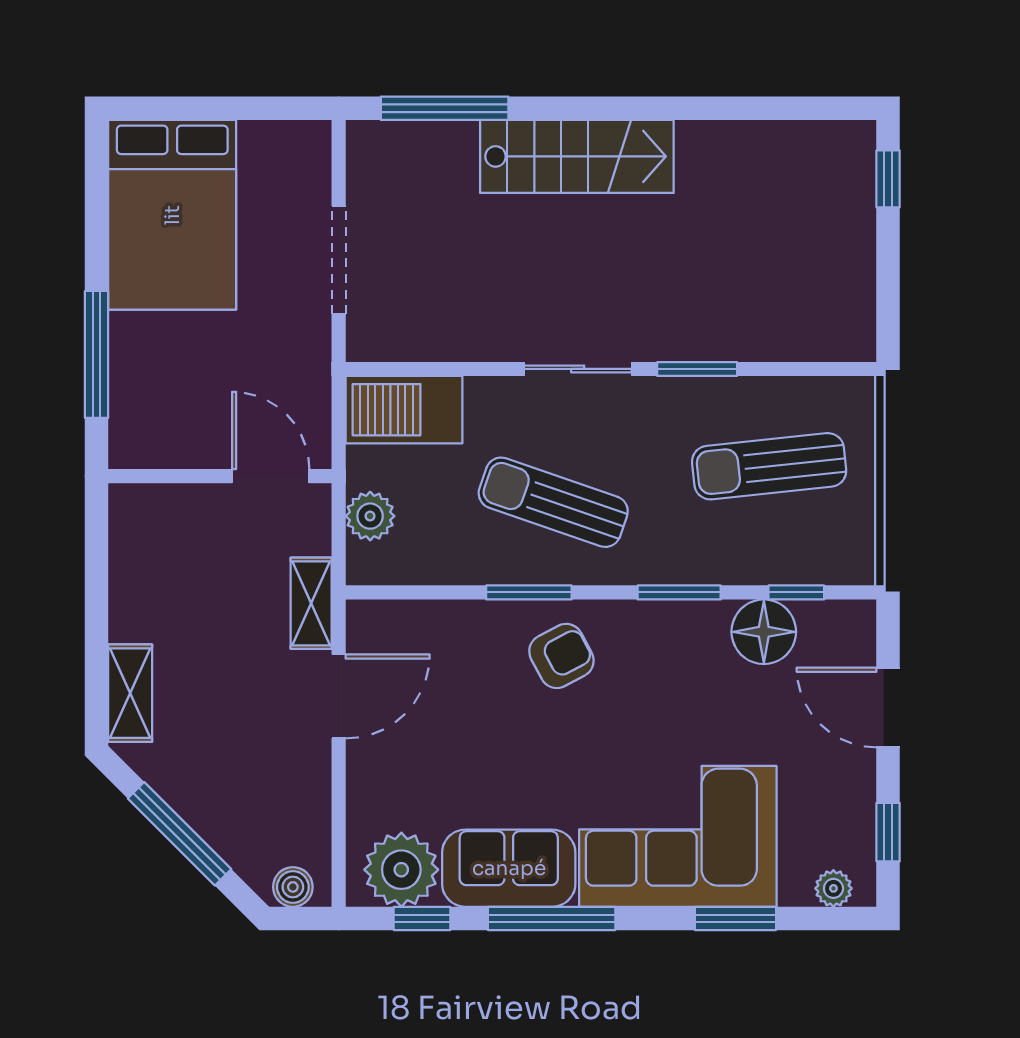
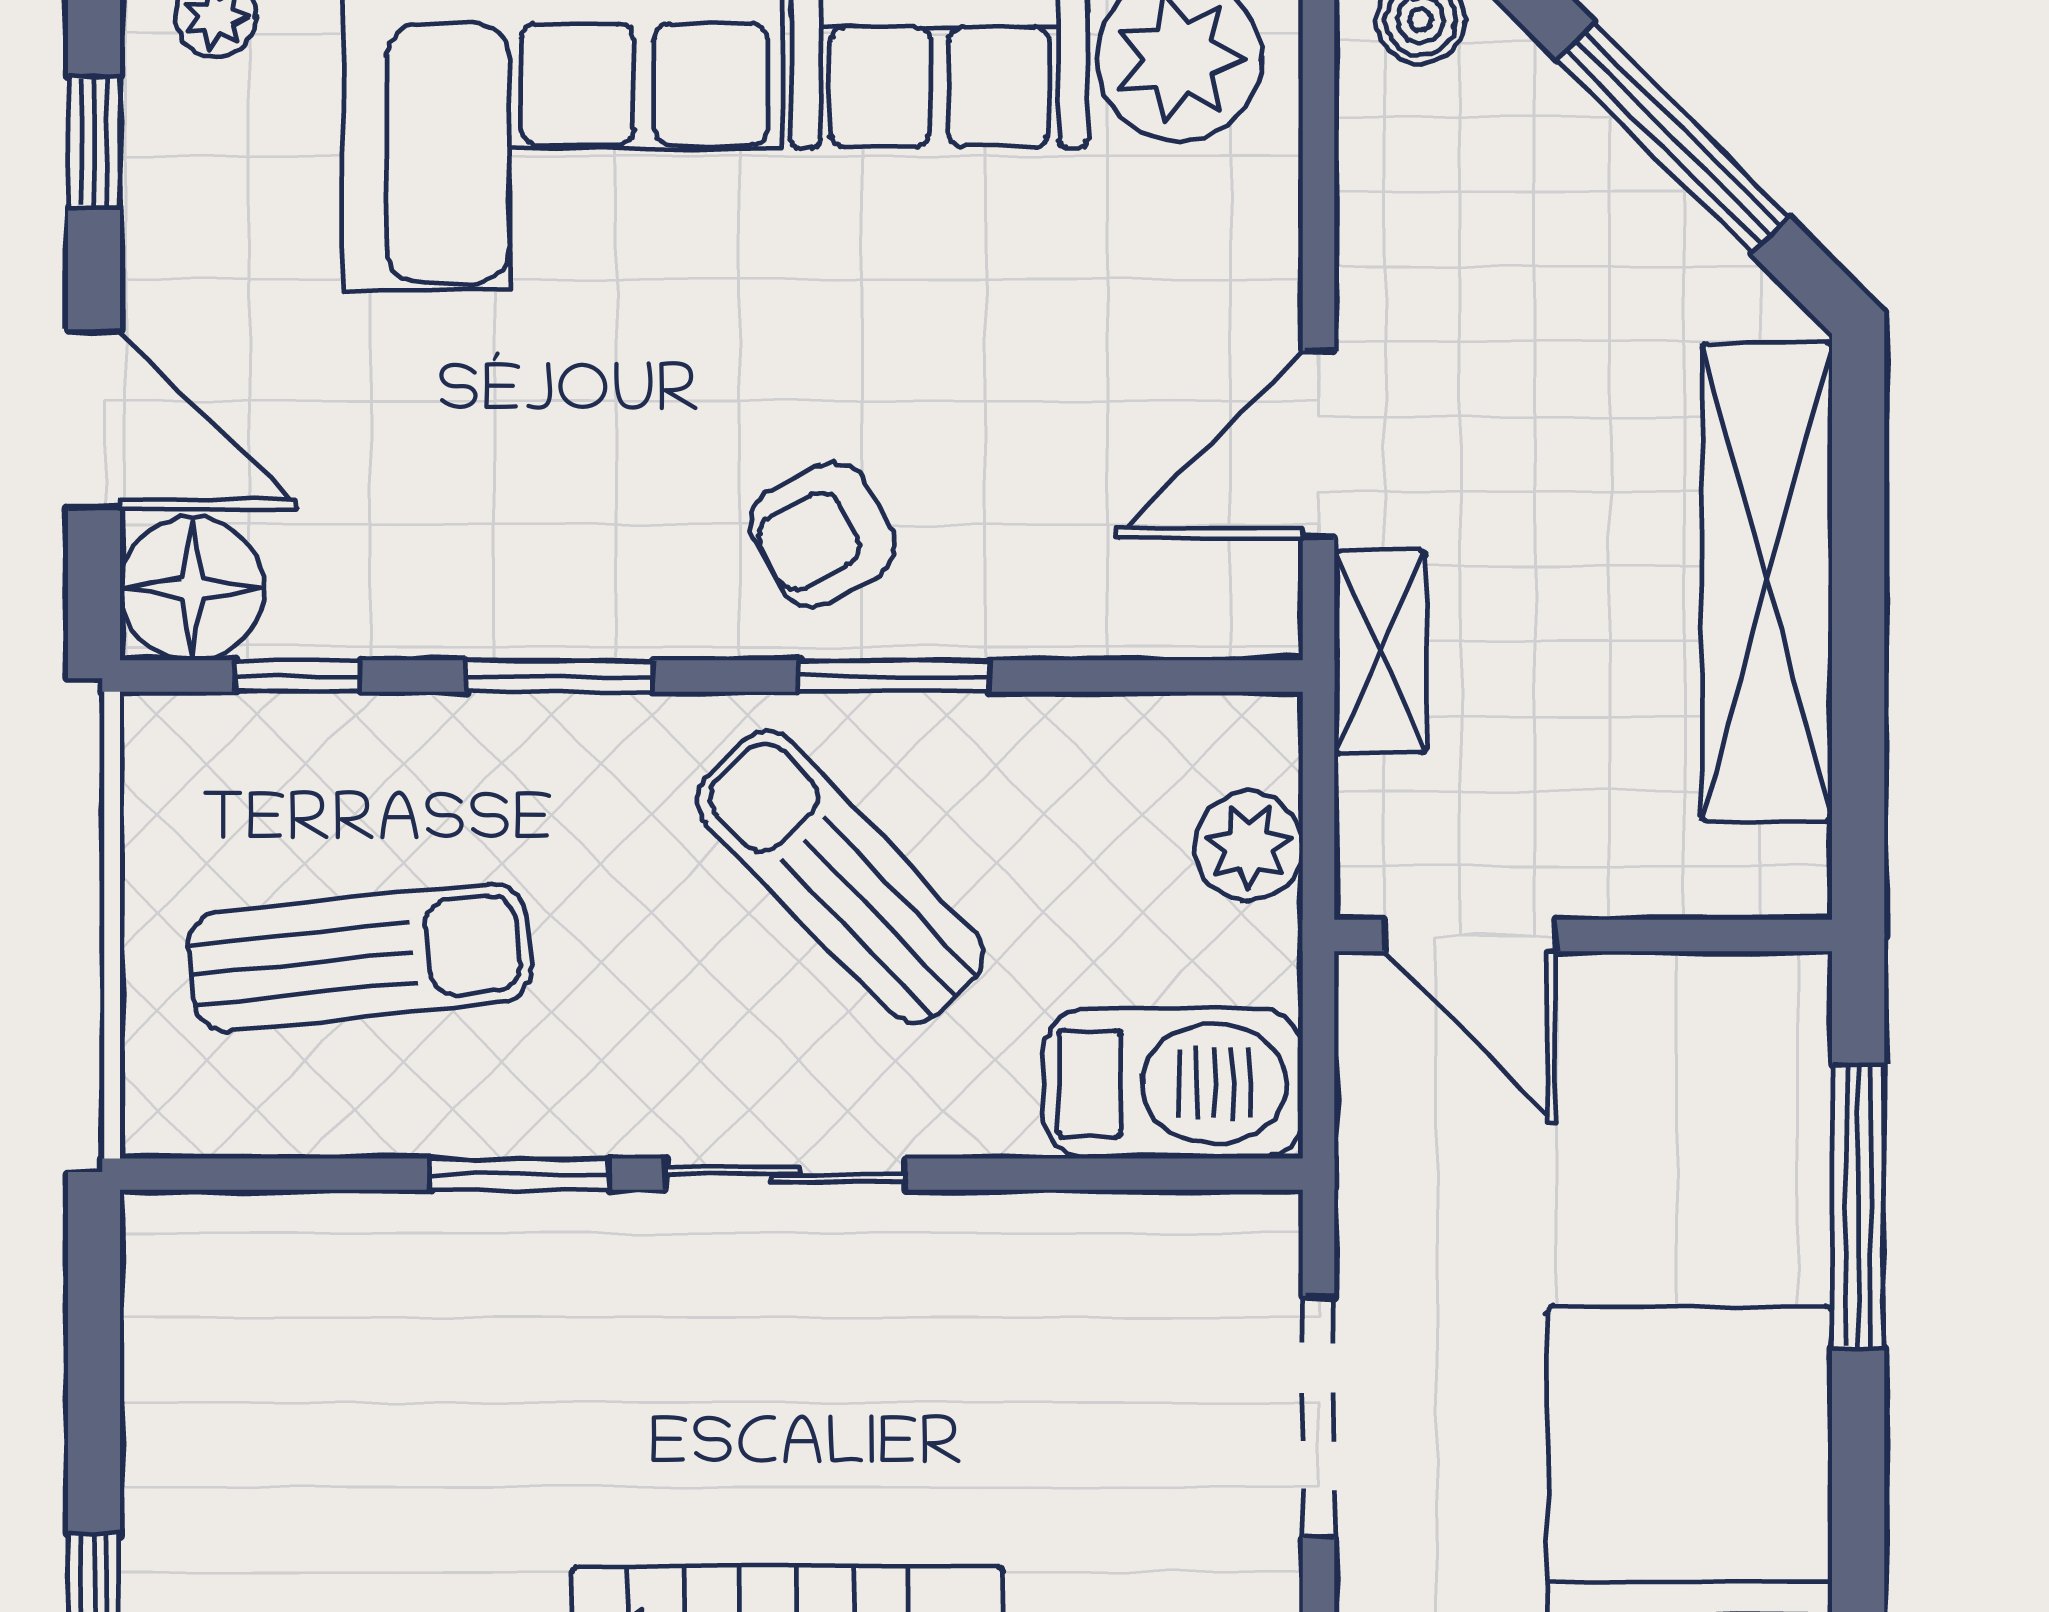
sun lounger: (553, 502) -> (840, 877), turned -153
floor lamp: (764, 632) -> (192, 589), moved
shelving: (130, 693) -> (1767, 582), width x2.20, depth x1.33

